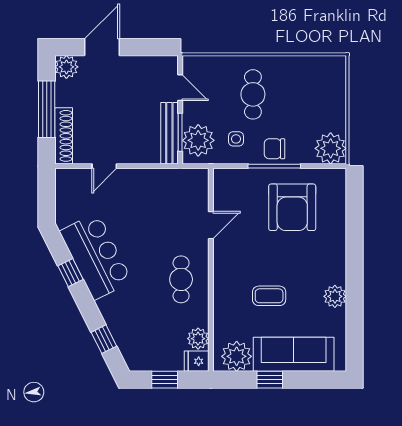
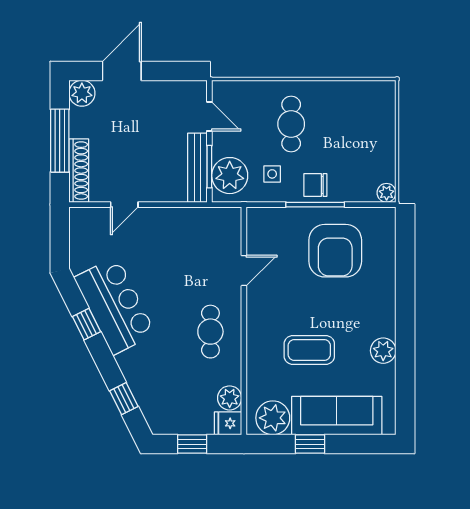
plant: (331, 148) -> (387, 193), width x0.53, depth x0.53
coffee table: (269, 296) -> (309, 350), width x1.36, depth x1.30

